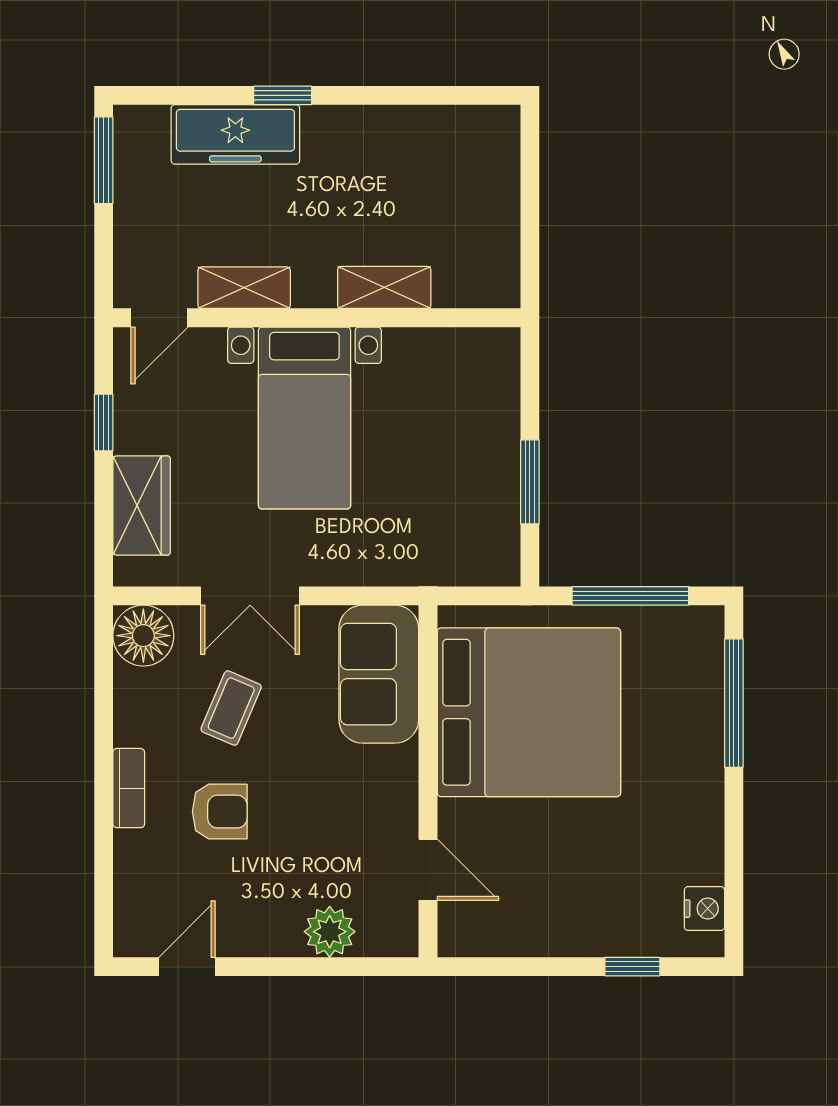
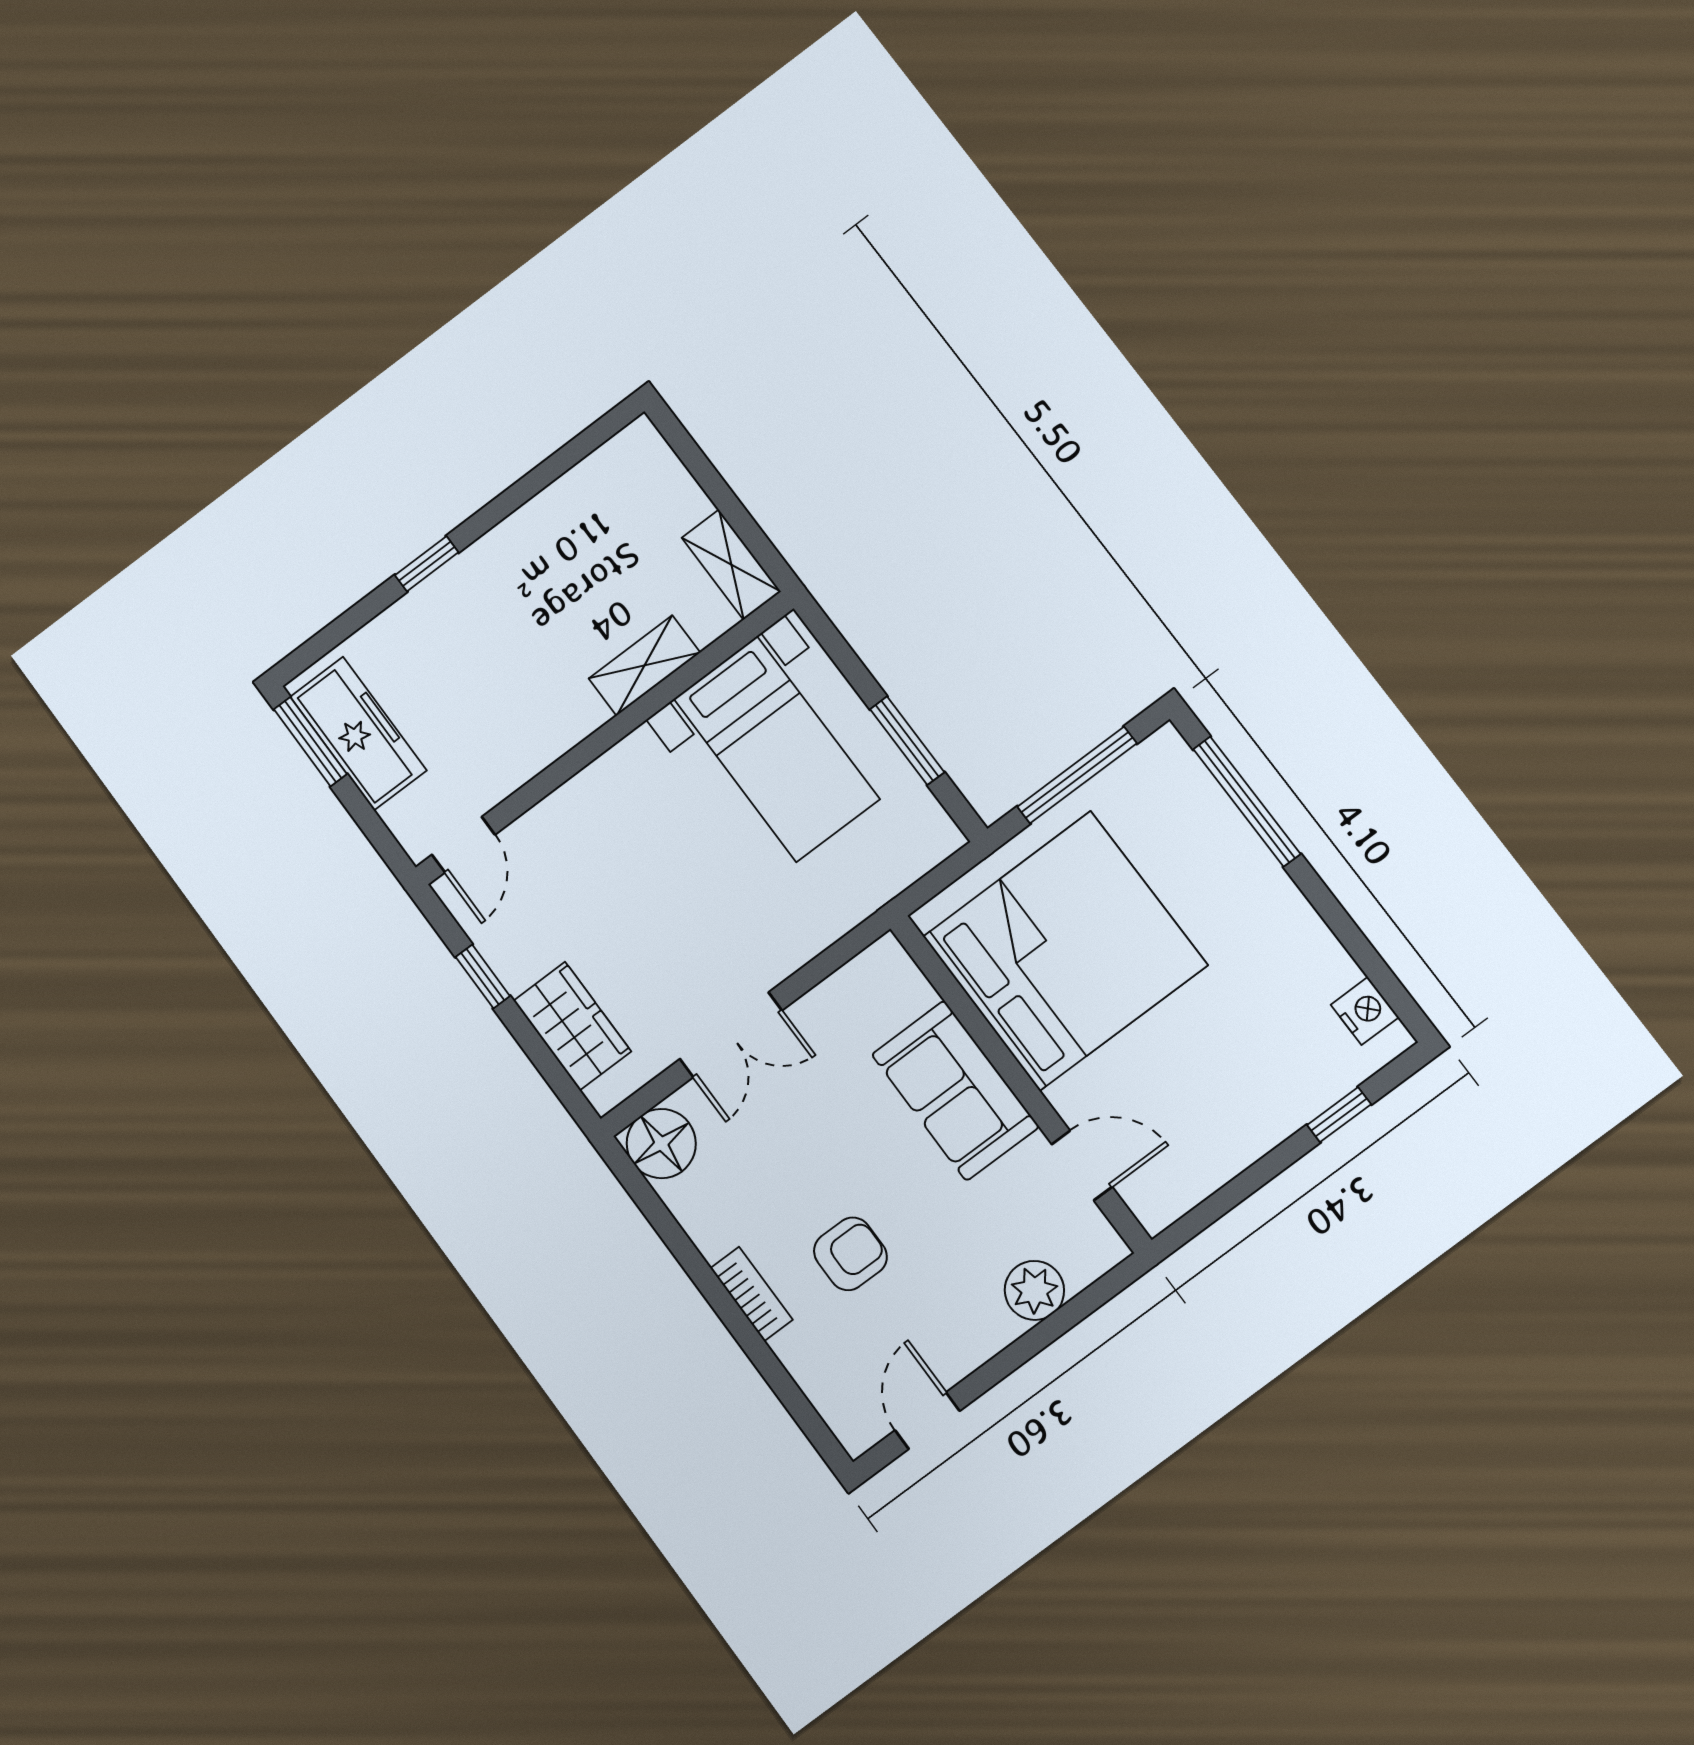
freezer: (235, 134) -> (358, 734), moved, turned -90
shelving: (244, 288) -> (731, 565), moved, turned 90
bed with nightstands: (304, 418) -> (776, 749), moved
sofa: (379, 674) -> (955, 1091), moved
coffee table: (231, 708) -> (790, 1150), removed

